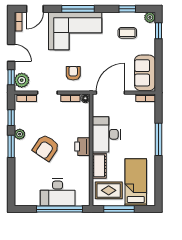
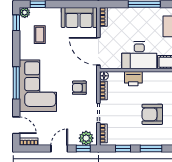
window: (127, 9) -> (16, 23), moved
plant: (20, 134) -> (139, 140), removed
printer: (82, 147) -> (133, 79), moved
armchair: (46, 148) -> (152, 114), turned 146

